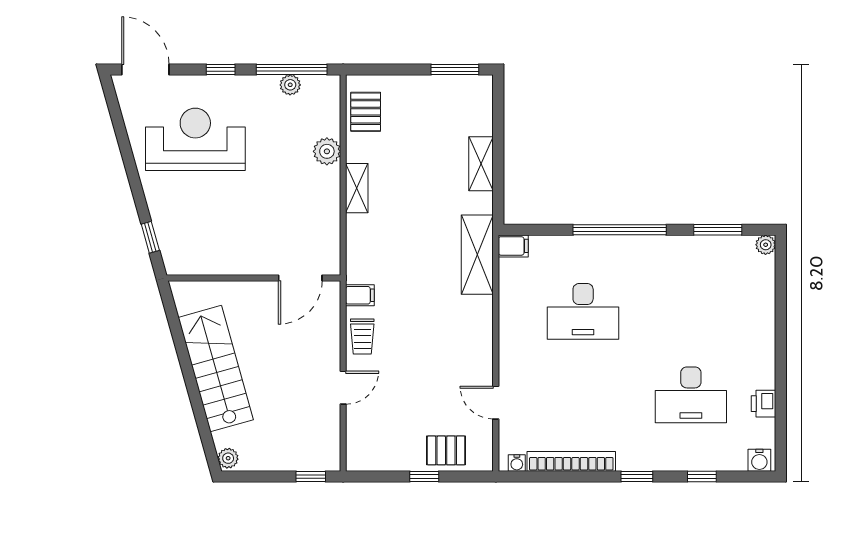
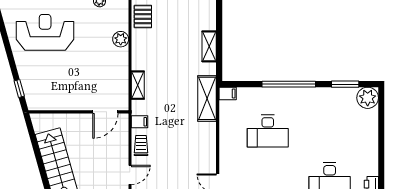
shelving: (357, 188) -> (138, 85), moved
plant: (766, 245) -> (368, 98), width x1.87, depth x1.87
trolley: (362, 337) -> (141, 146), turned 180

